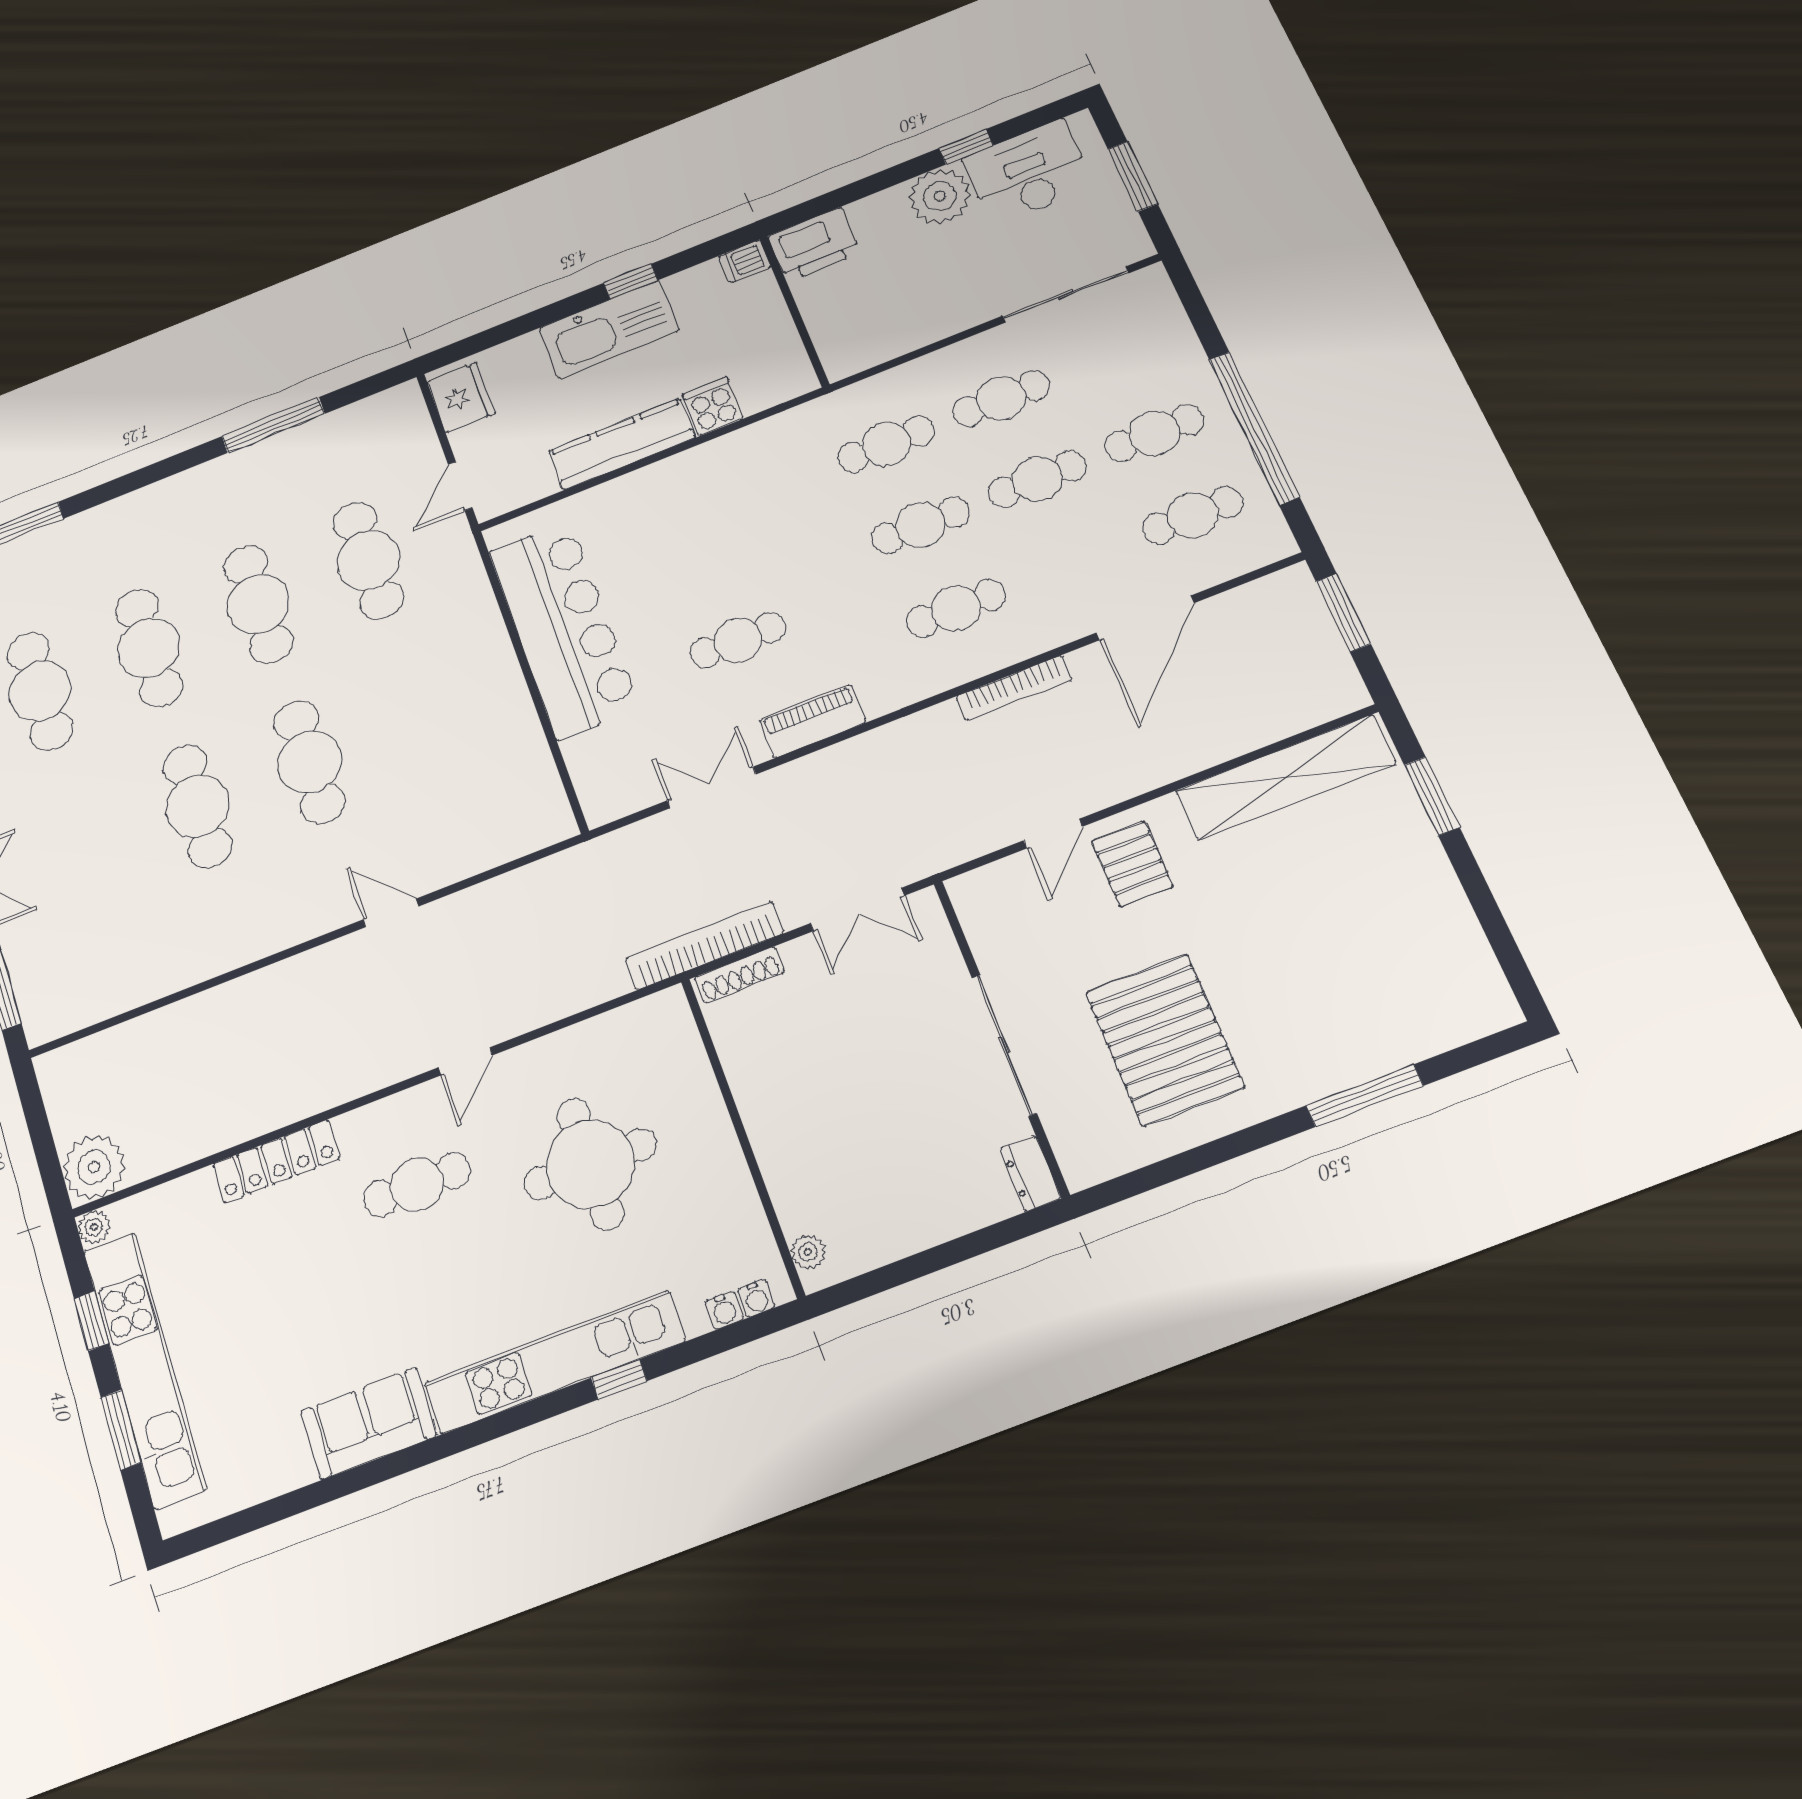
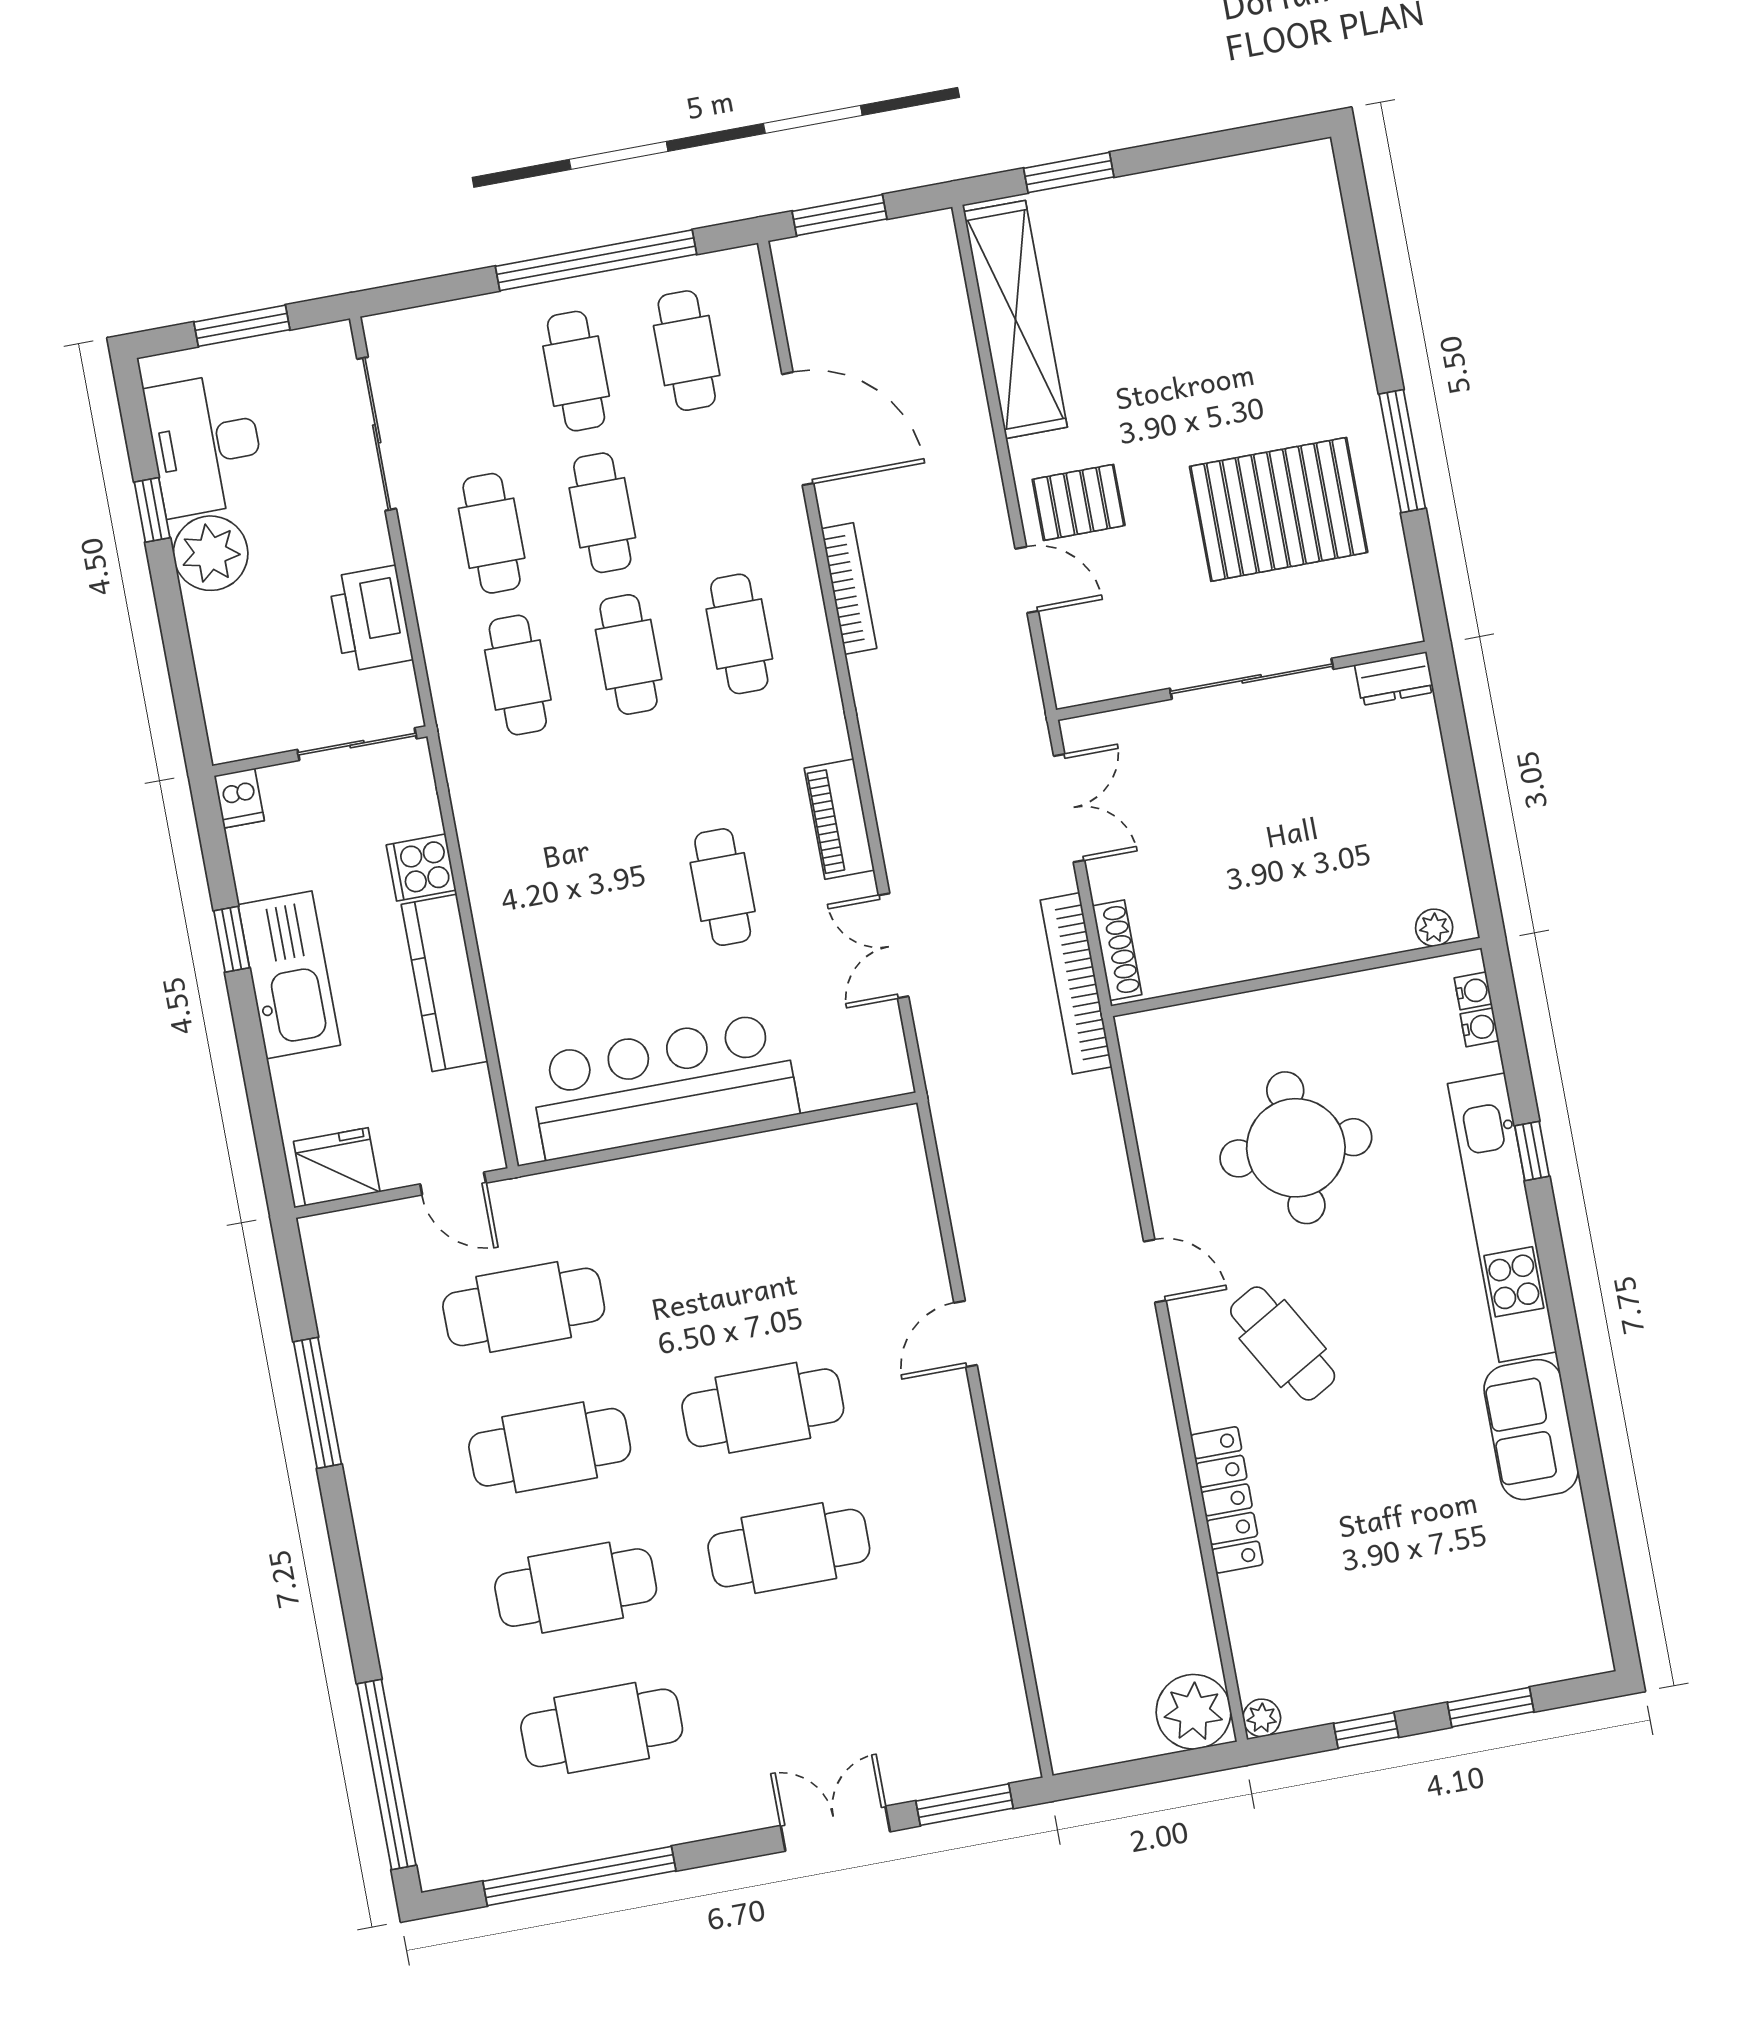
printer: (814, 245) -> (371, 619), moved, turned 180
sliding door: (805, 337) -> (357, 744), added
window: (1365, 1096) -> (1402, 451), moved
cafe table: (417, 1185) -> (1283, 1344), turned -30
kitchen unit: (144, 1369) -> (1429, 1674), removed

